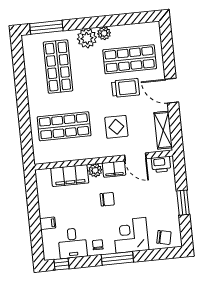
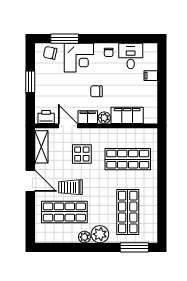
window: (117, 258) -> (65, 39), moved
window: (62, 264) -> (142, 39), removed

